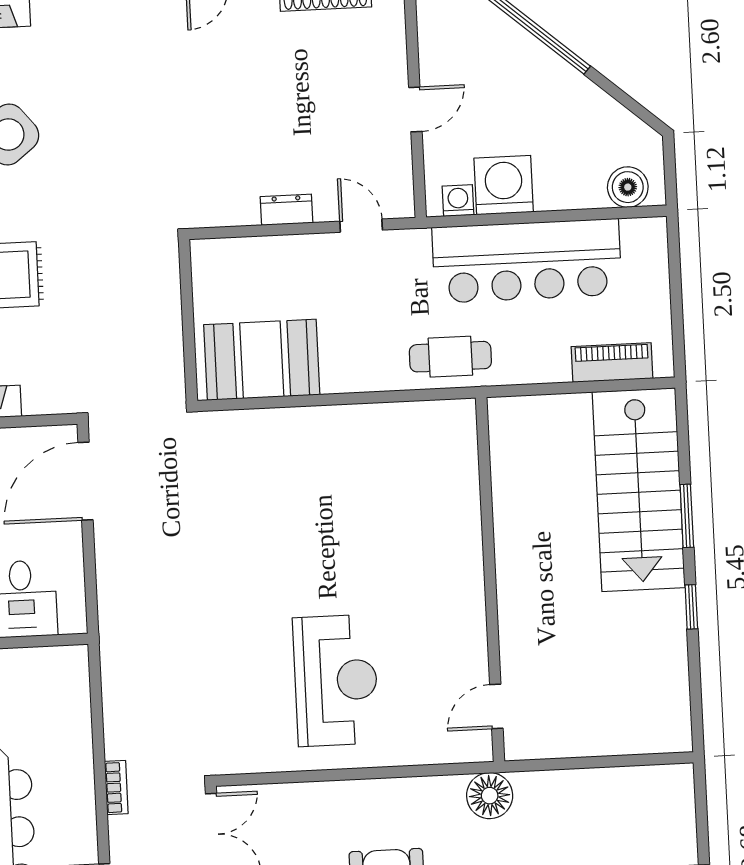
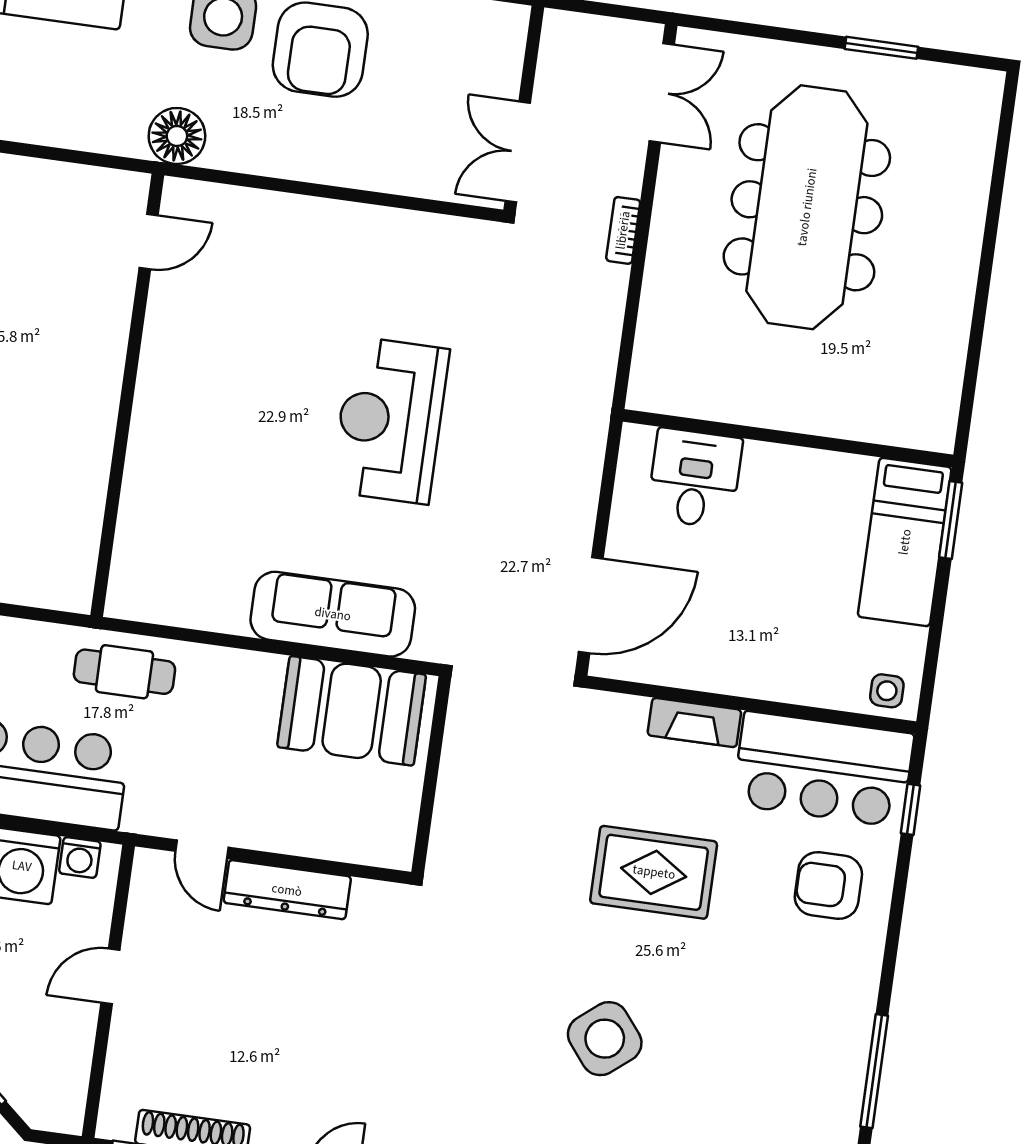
dresser: (287, 210) -> (287, 890), width x1.96, depth x1.24
sofa: (292, 435) -> (333, 614), added
reception desk: (336, 680) -> (390, 420), moved

